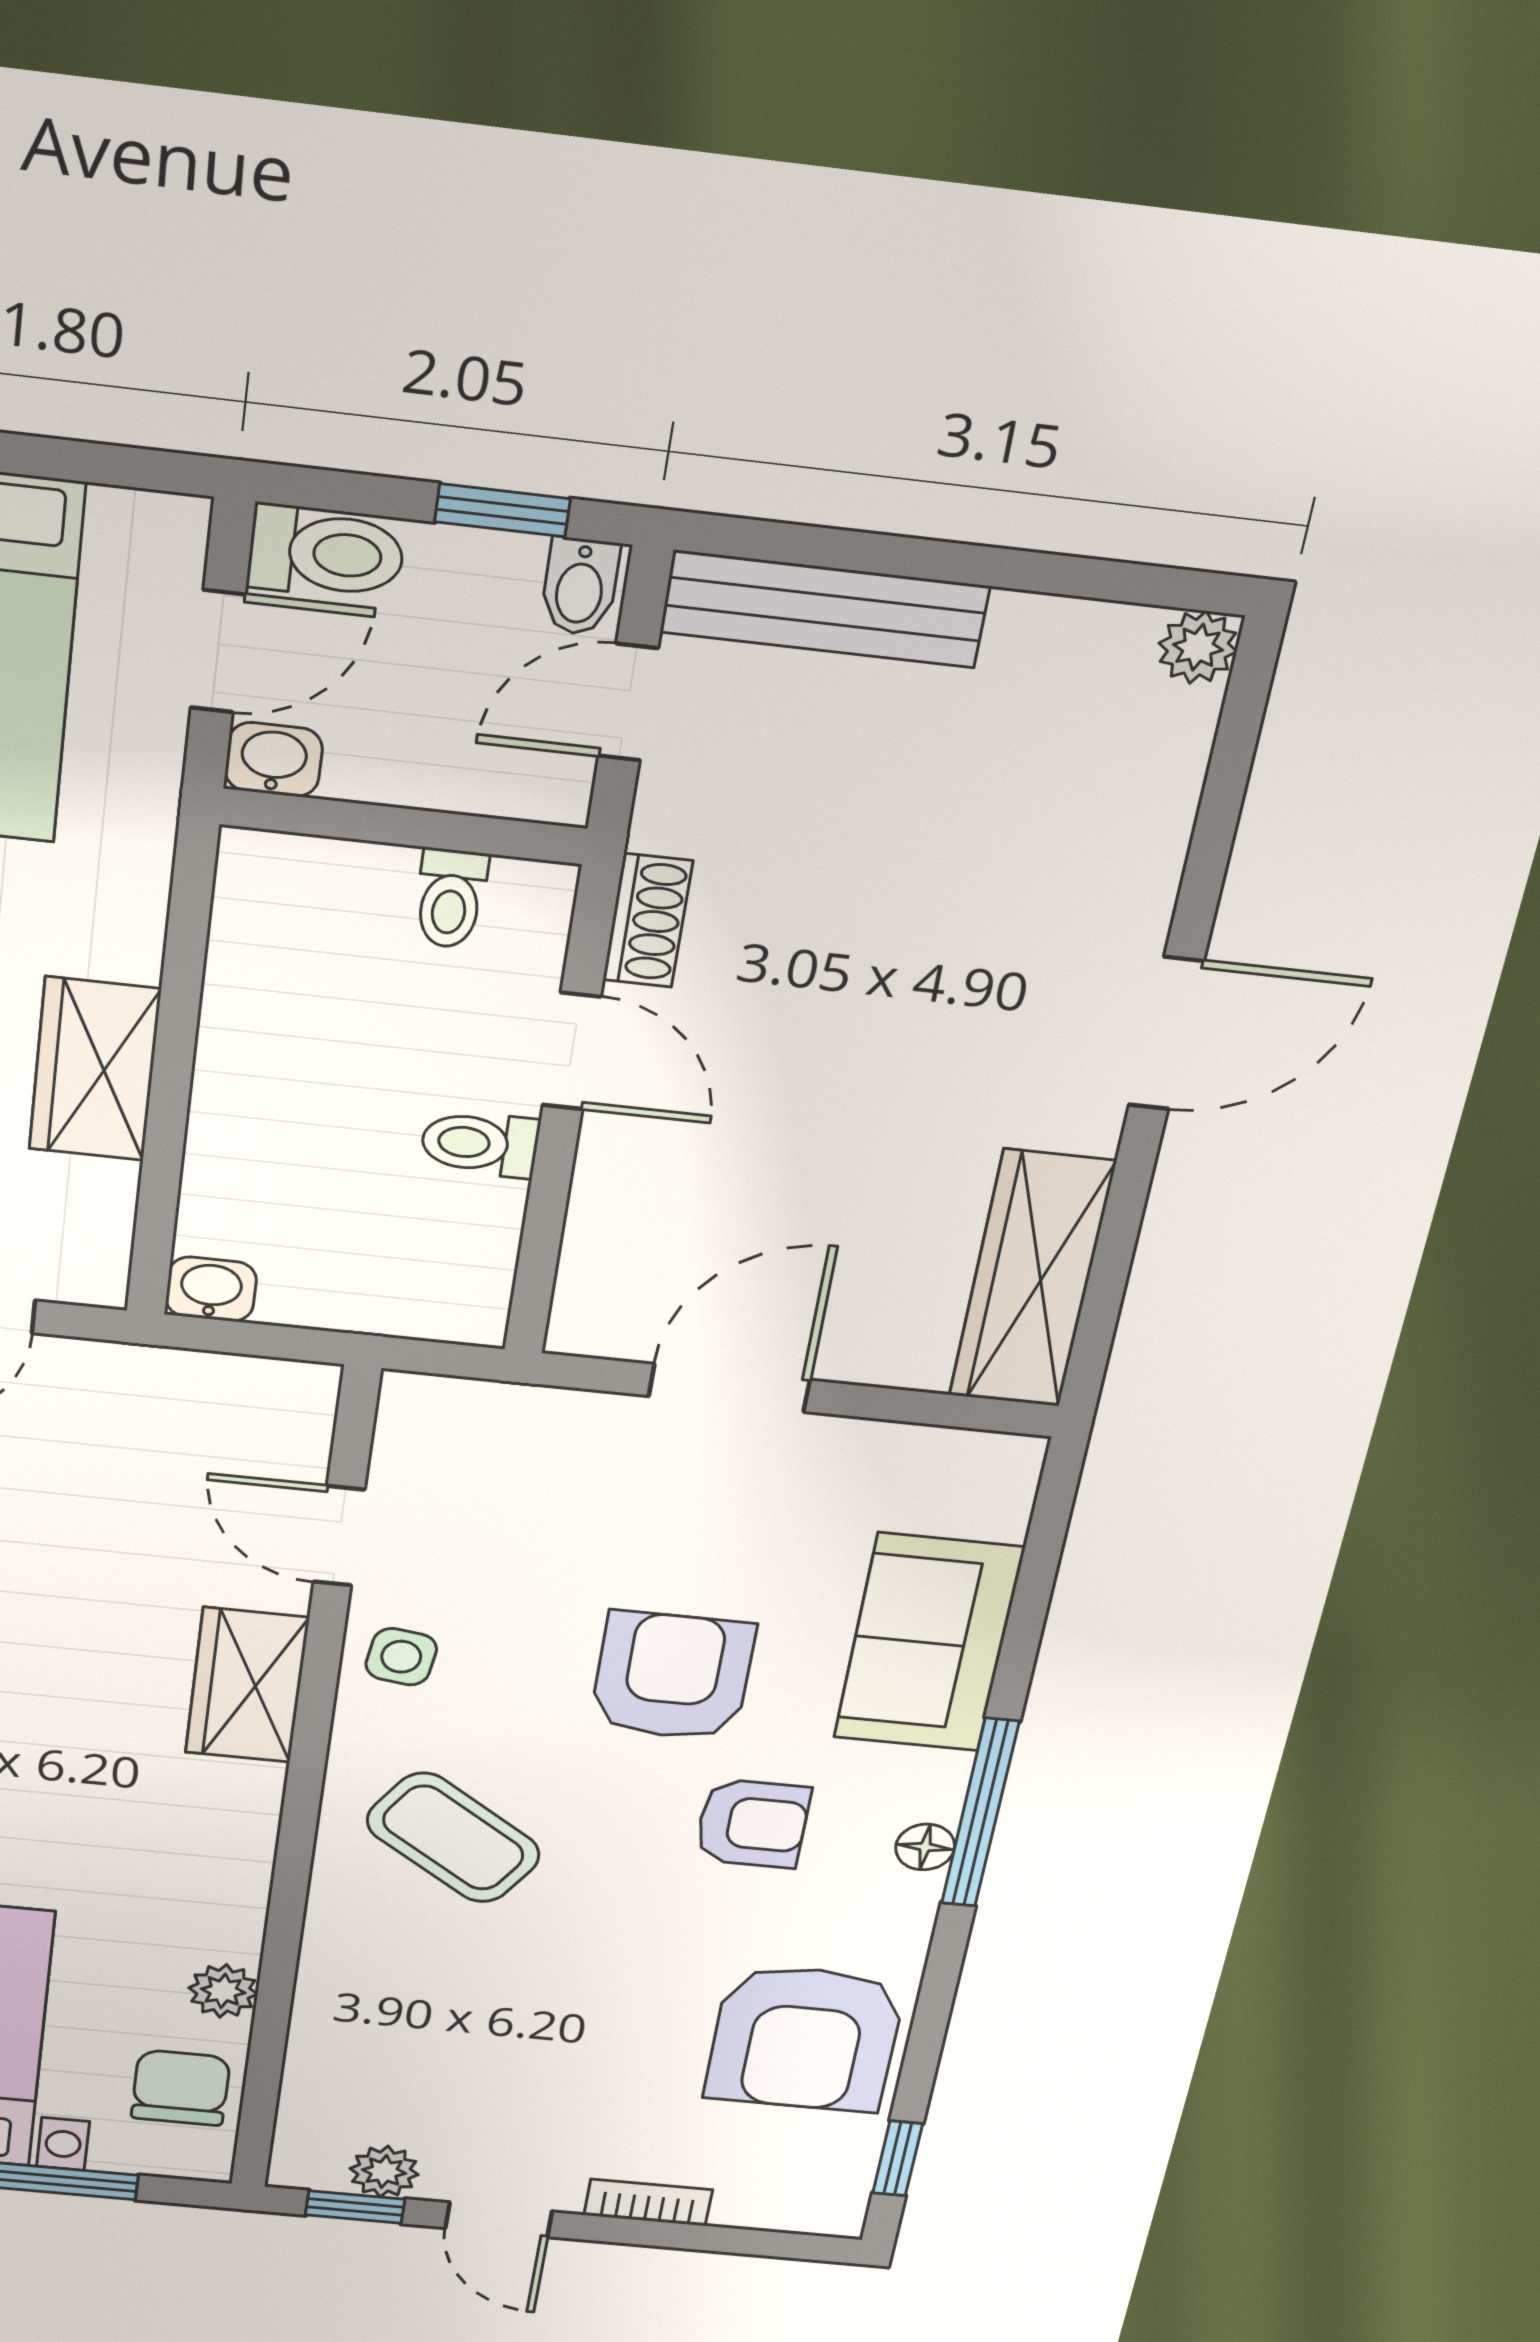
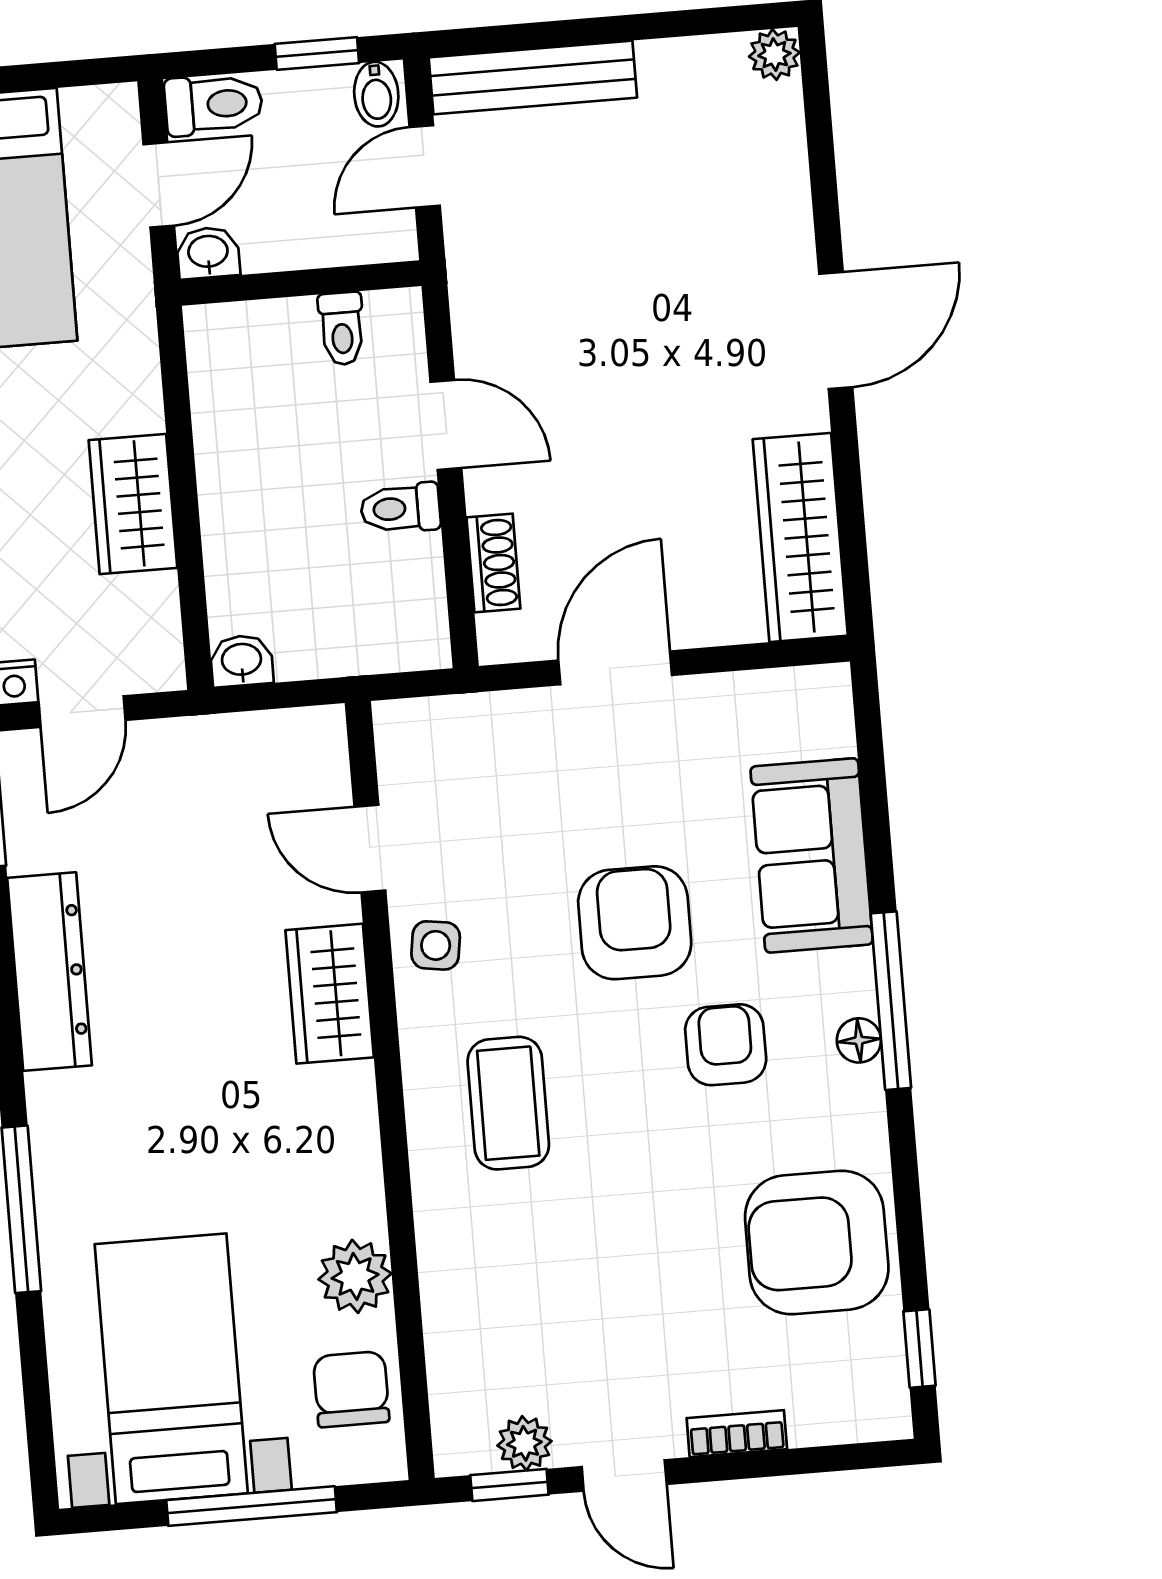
shoe rack: (648, 921) -> (493, 563), moved
armchair: (752, 1823) -> (726, 1045), turned -90
coffee table: (453, 1838) -> (508, 1103), turned 56
plant: (223, 1991) -> (355, 1276), width x1.38, depth x1.38
armchair: (805, 2038) -> (817, 1242), turned 90

